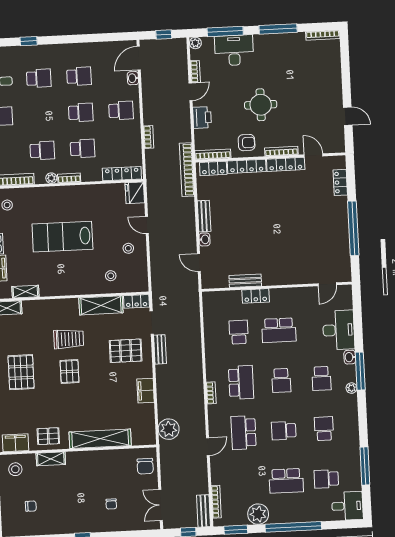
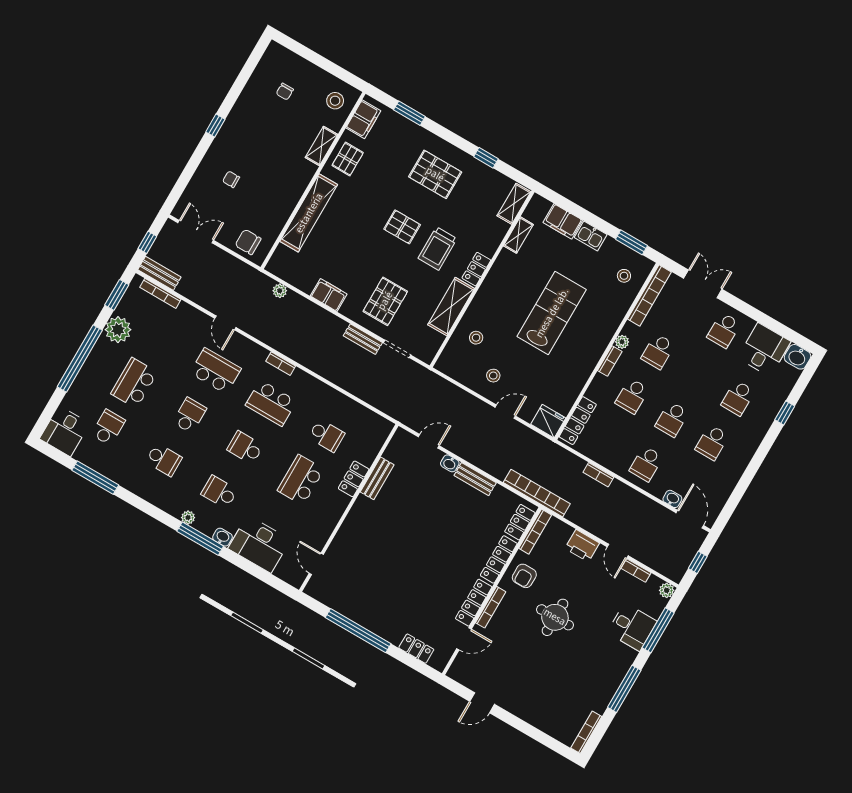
desk: (234, 50) -> (632, 627), width x0.73
locker: (136, 301) -> (476, 269), moved
plant: (169, 429) -> (280, 291), width x0.53, depth x0.53

